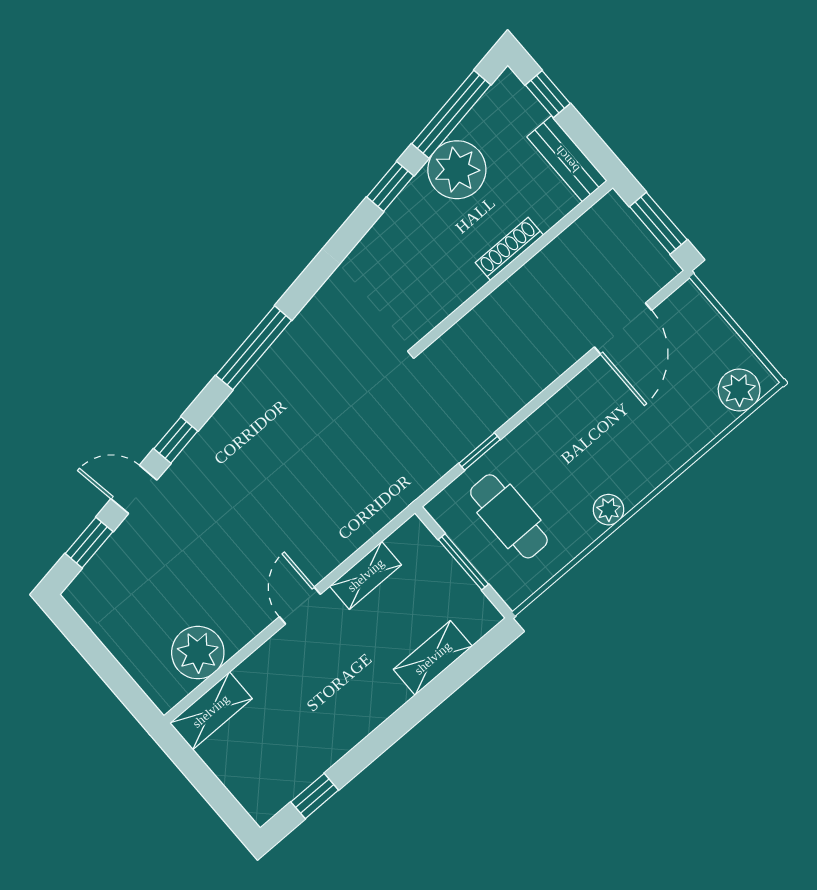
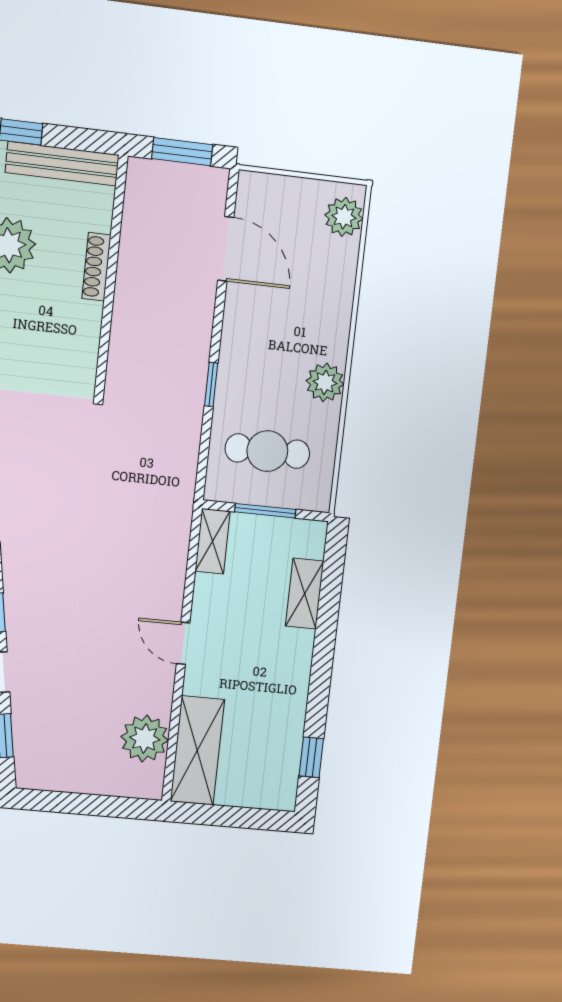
bench: (567, 159) -> (62, 164), width x1.36
window: (480, 451) -> (211, 384), moved
plant: (608, 510) -> (325, 382), width x1.38, depth x1.38
shelving: (366, 575) -> (213, 541), moved
shelving: (211, 711) -> (197, 751), width x1.50, depth x1.33

